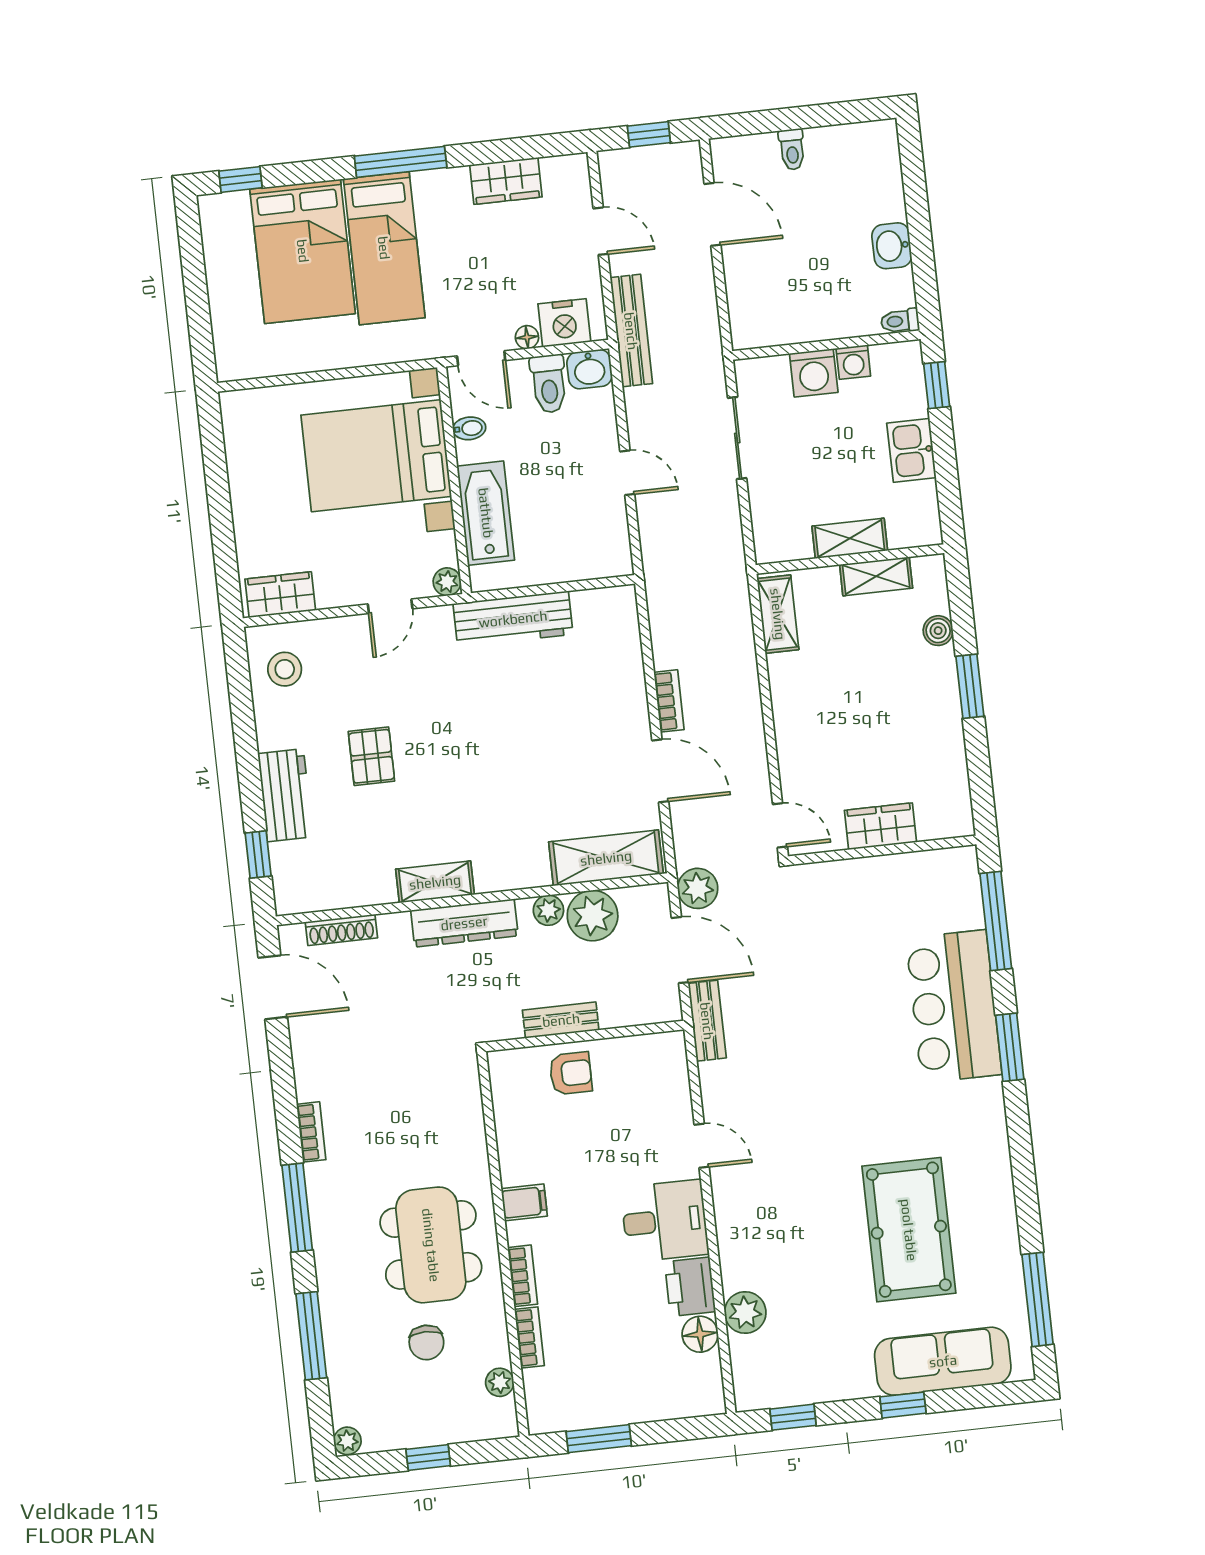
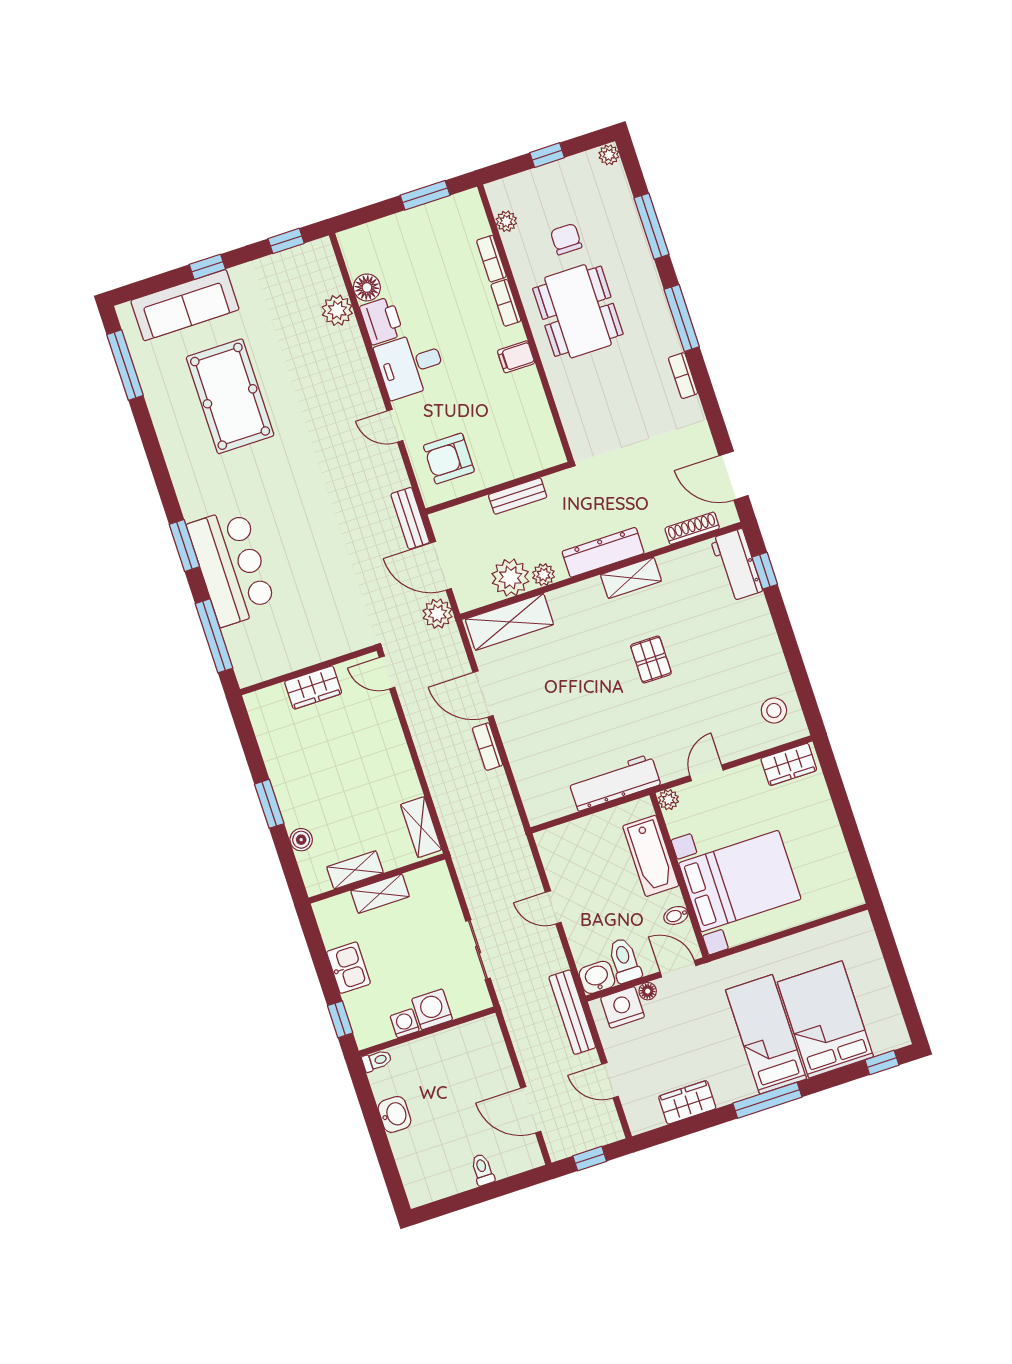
pallet: (371, 756) -> (651, 659), moved
workbench: (285, 795) -> (736, 565), moved
armchair: (571, 1073) -> (449, 459), moved, width x1.38, depth x1.38

